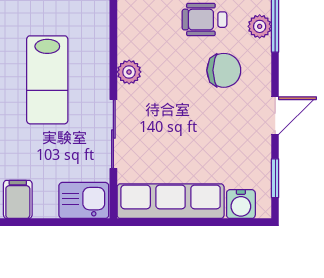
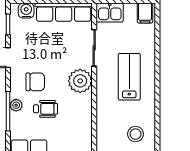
chair: (224, 70) -> (35, 82), turned 180
plant: (129, 72) -> (80, 81), width x1.88, depth x1.88

